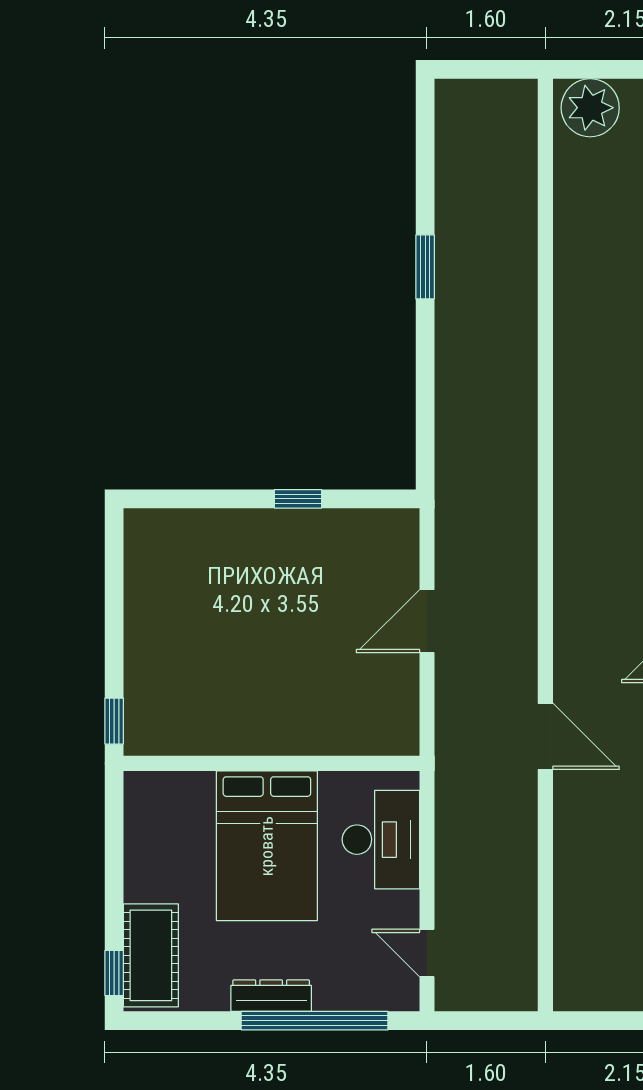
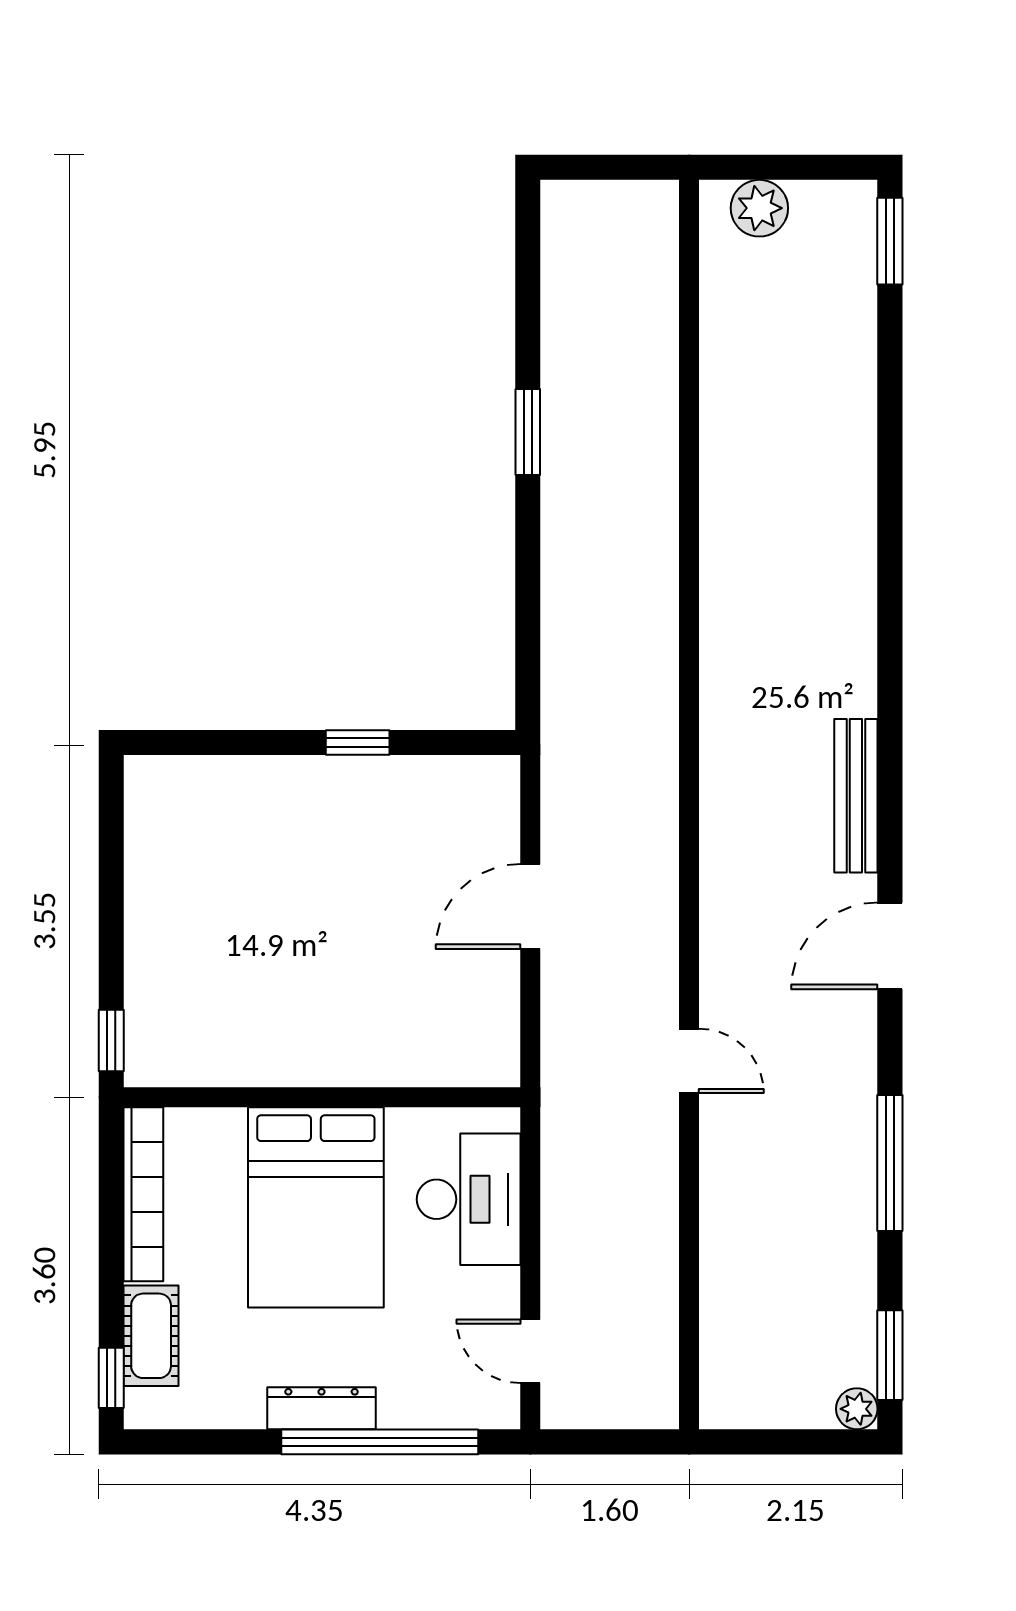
plant: (590, 108) -> (759, 208), width x0.73, depth x0.73
door: (545, 736) -> (689, 1061), width x0.73
bookcase: (138, 836) -> (143, 1194), added
cot: (151, 955) -> (151, 1336), width x0.73, depth x0.75

